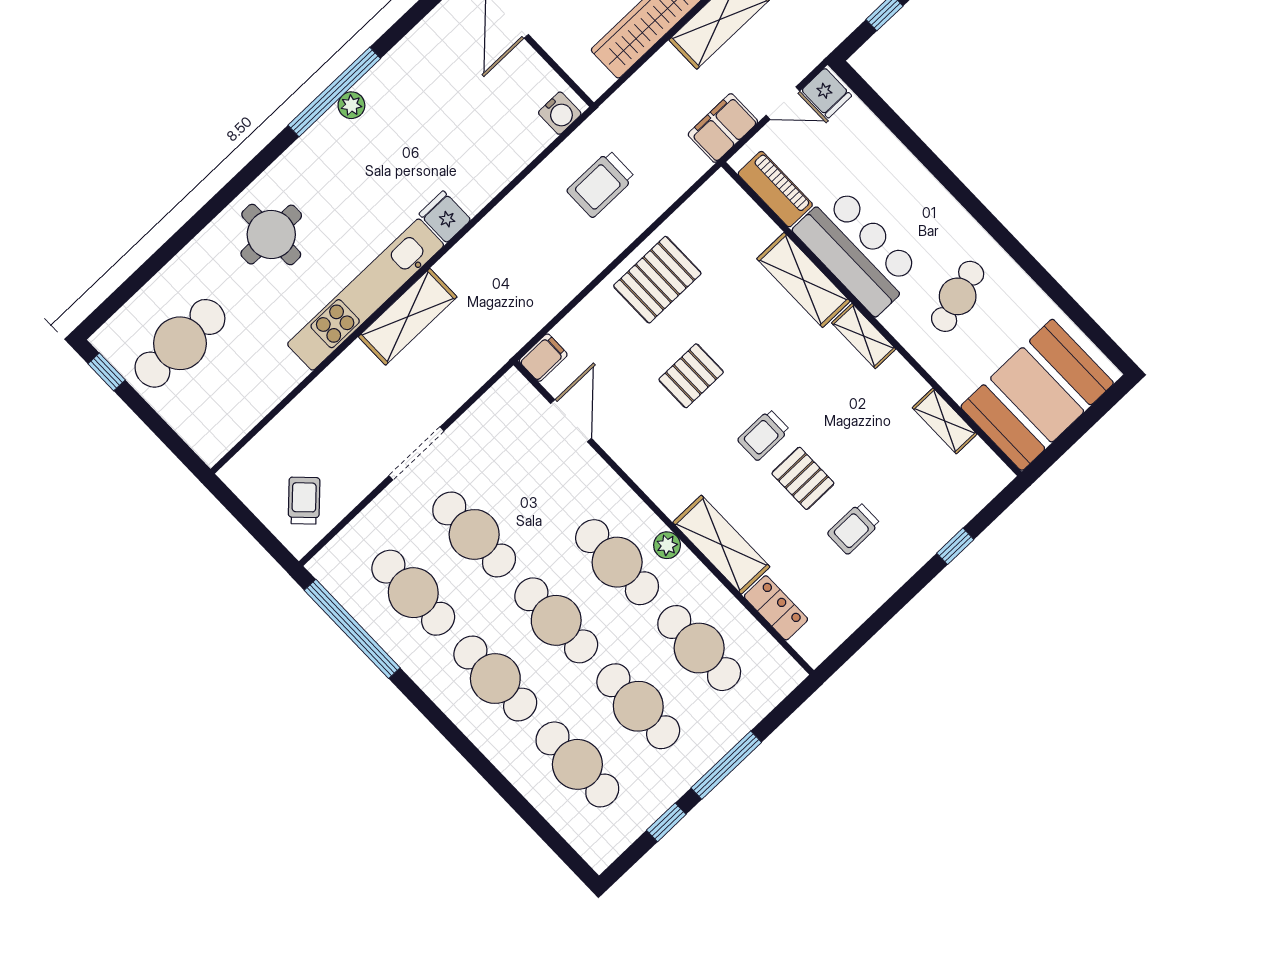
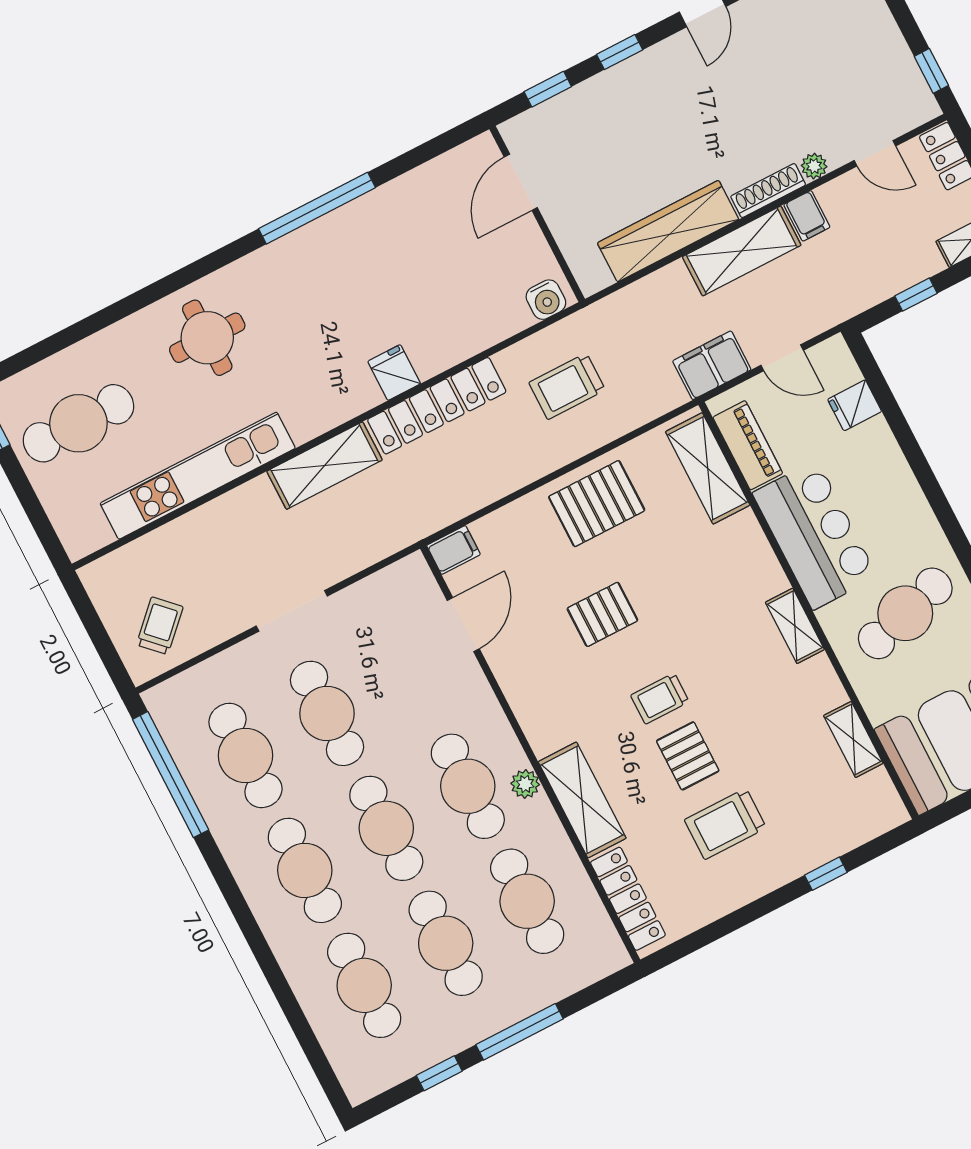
fridge: (827, 93) -> (855, 405), moved, turned 90
plant: (351, 105) -> (331, 227), removed
locker: (491, 235) -> (437, 406), added
shelving: (803, 280) -> (708, 468), moved
kitchen unit: (366, 295) -> (198, 476), moved
cafe table: (958, 296) -> (905, 613), width x1.37, depth x1.35
trolley: (854, 528) -> (725, 824), width x1.36, depth x1.39
locker: (776, 608) -> (628, 899), width x1.53

